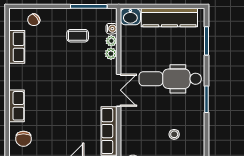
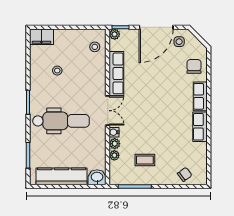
water cooler: (112, 29) -> (114, 132), moved
row of seats: (17, 47) -> (200, 127), moved
double door: (119, 90) -> (108, 111), swing flipped

